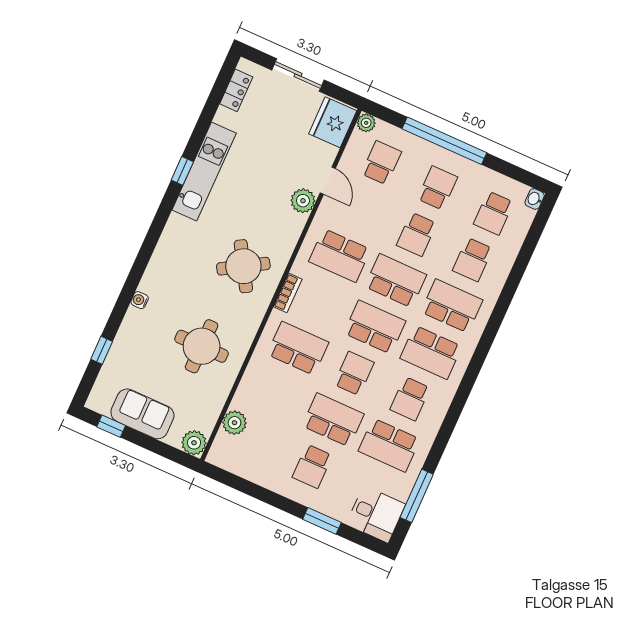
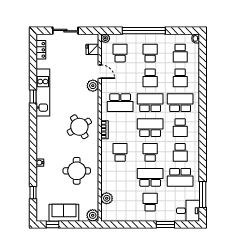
fridge: (333, 122) -> (92, 49), width x0.53, depth x0.75
school desk: (298, 348) -> (120, 152), width x0.54
school desk: (431, 352) -> (180, 128), width x0.54
school desk: (312, 466) -> (150, 202), turned 180

